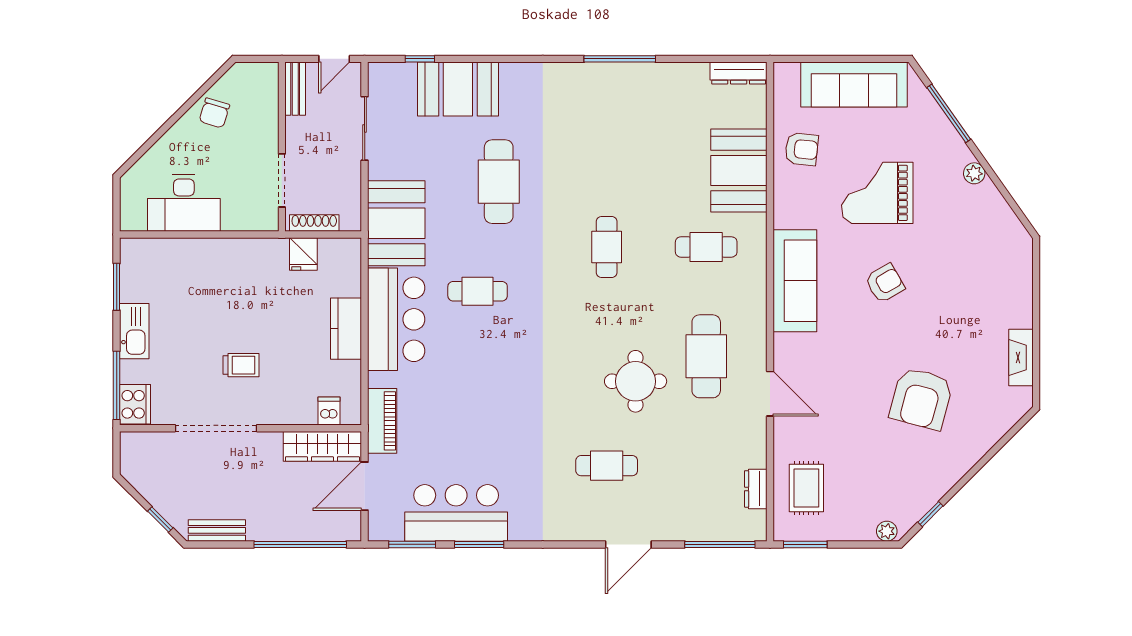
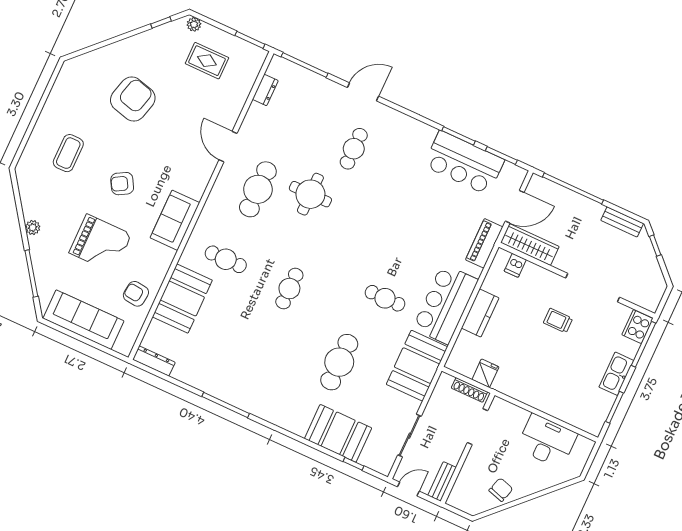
sofa: (795, 281) -> (175, 220), width x0.73
coffee table: (972, 291) -> (68, 153), added
fireplace: (1021, 358) -> (57, 96), removed
cafe table: (607, 466) -> (354, 149), turned 90
rug: (806, 488) -> (207, 61), moved, turned 90

